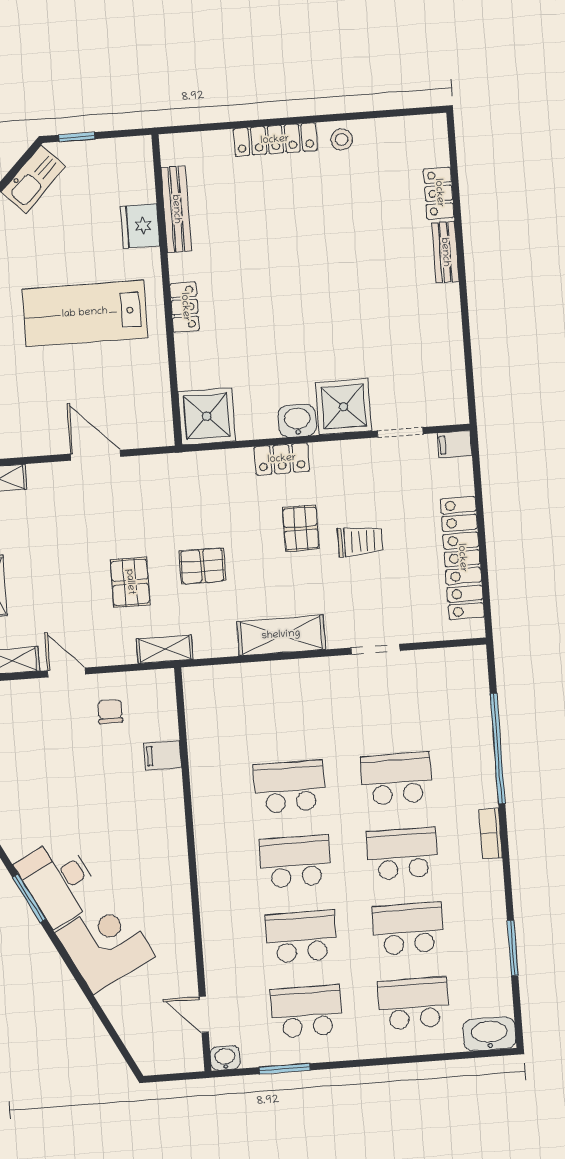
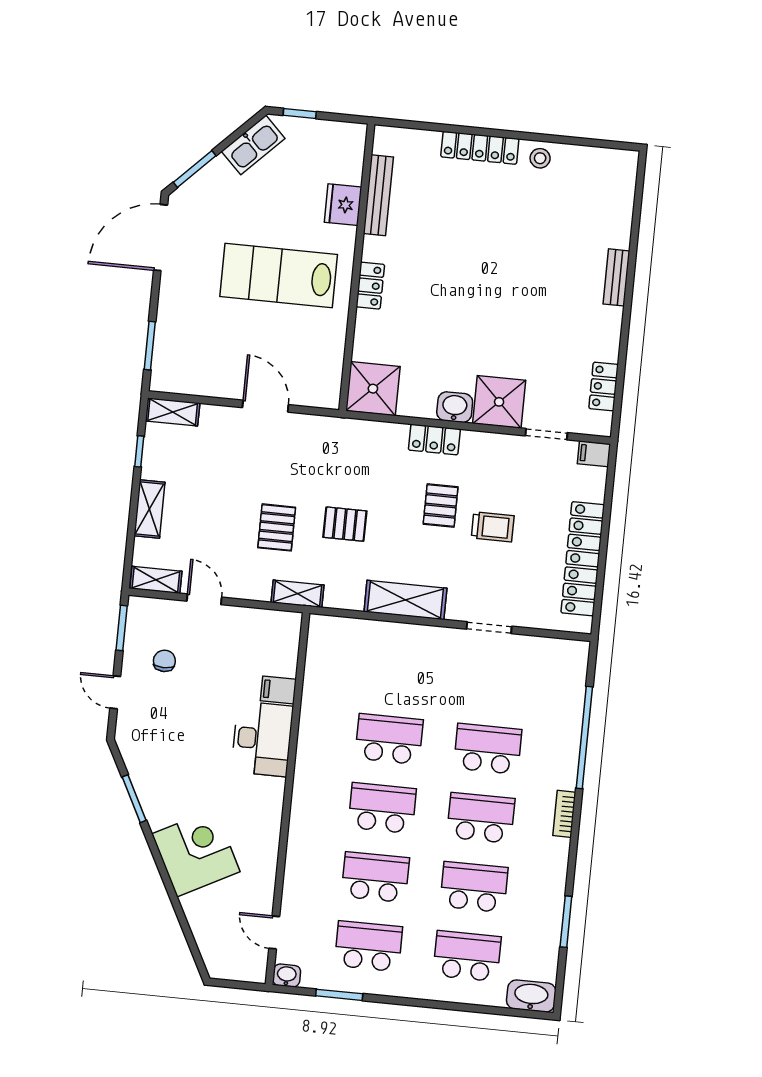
locker: (439, 193) -> (604, 386), moved
chair: (110, 711) -> (164, 661), moved
desk: (59, 882) -> (262, 739), moved, turned -153

